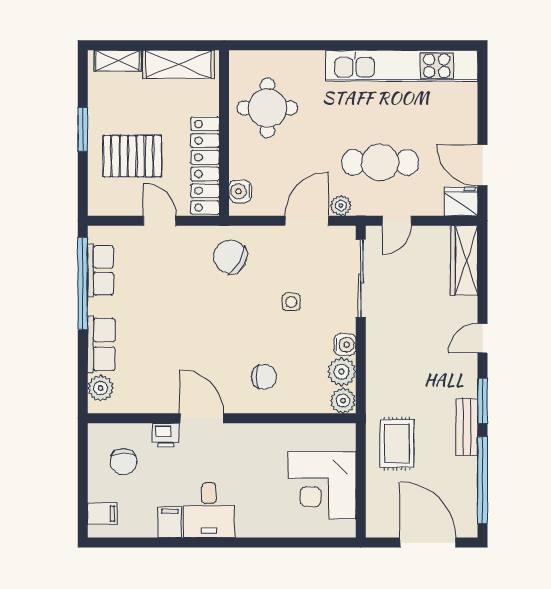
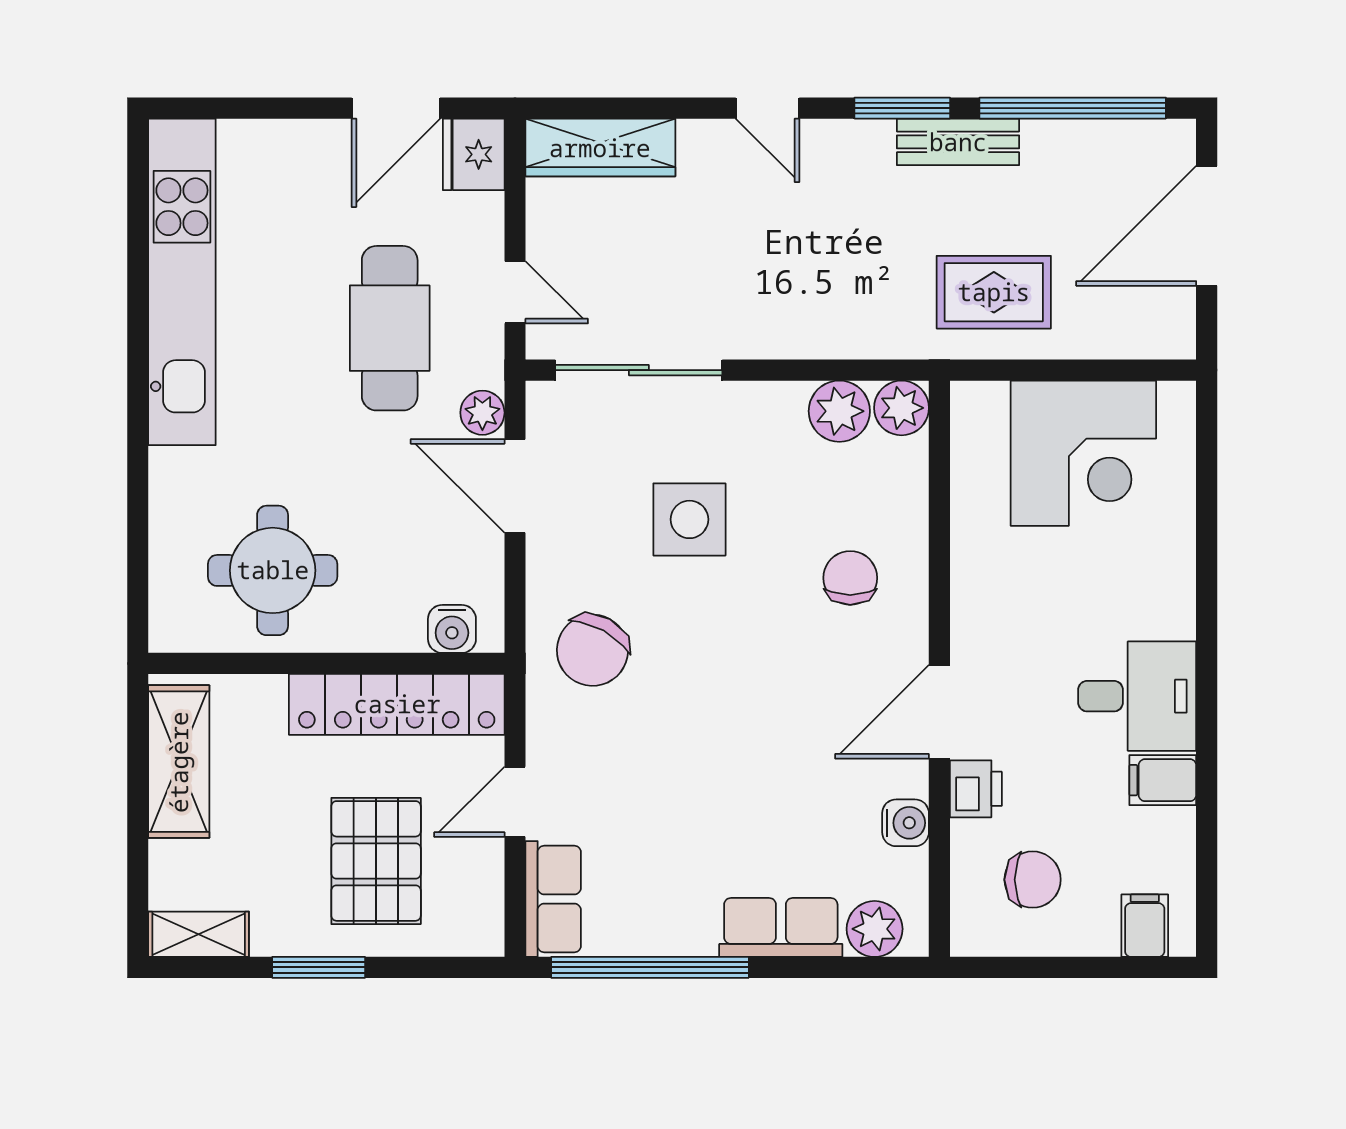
shelving: (118, 61) -> (199, 934), moved, turned 90
row of seats: (100, 270) -> (553, 899), moved, turned 90
side table: (291, 302) -> (689, 519), width x1.87, depth x1.87
water cooler: (345, 345) -> (906, 823), moved, turned 90

